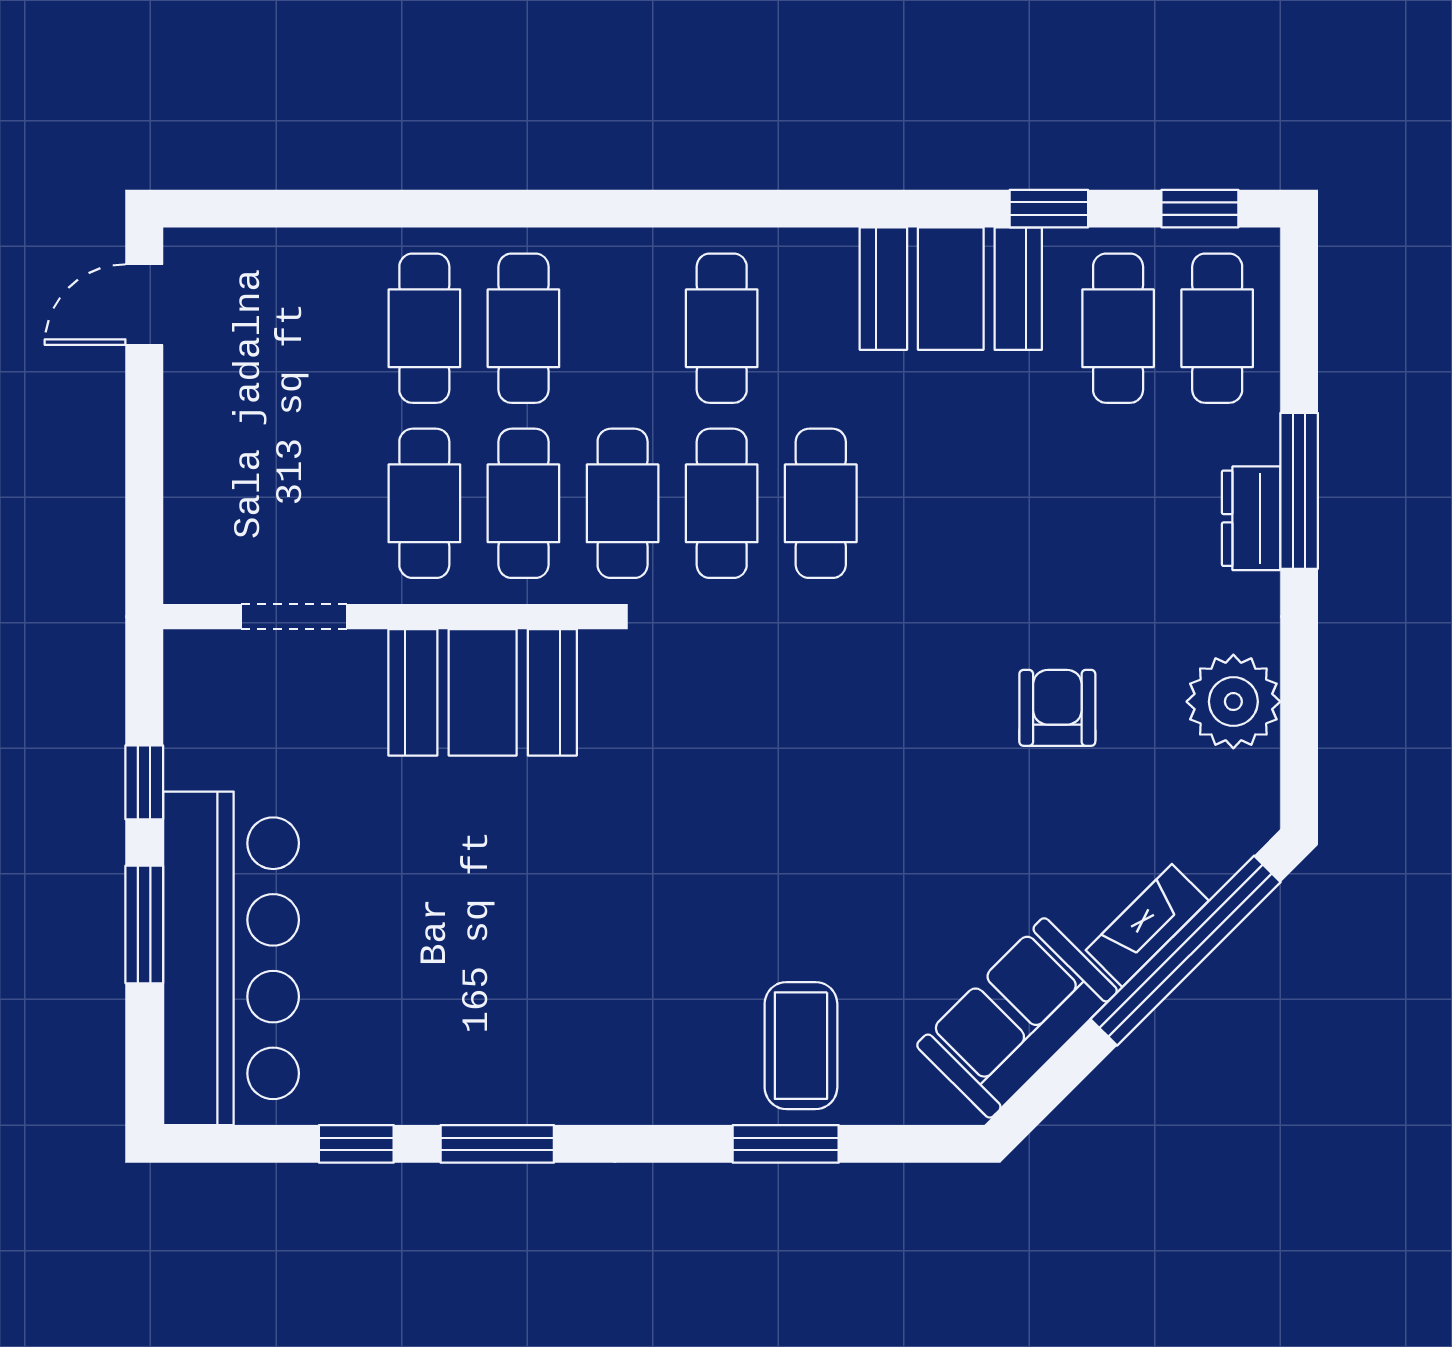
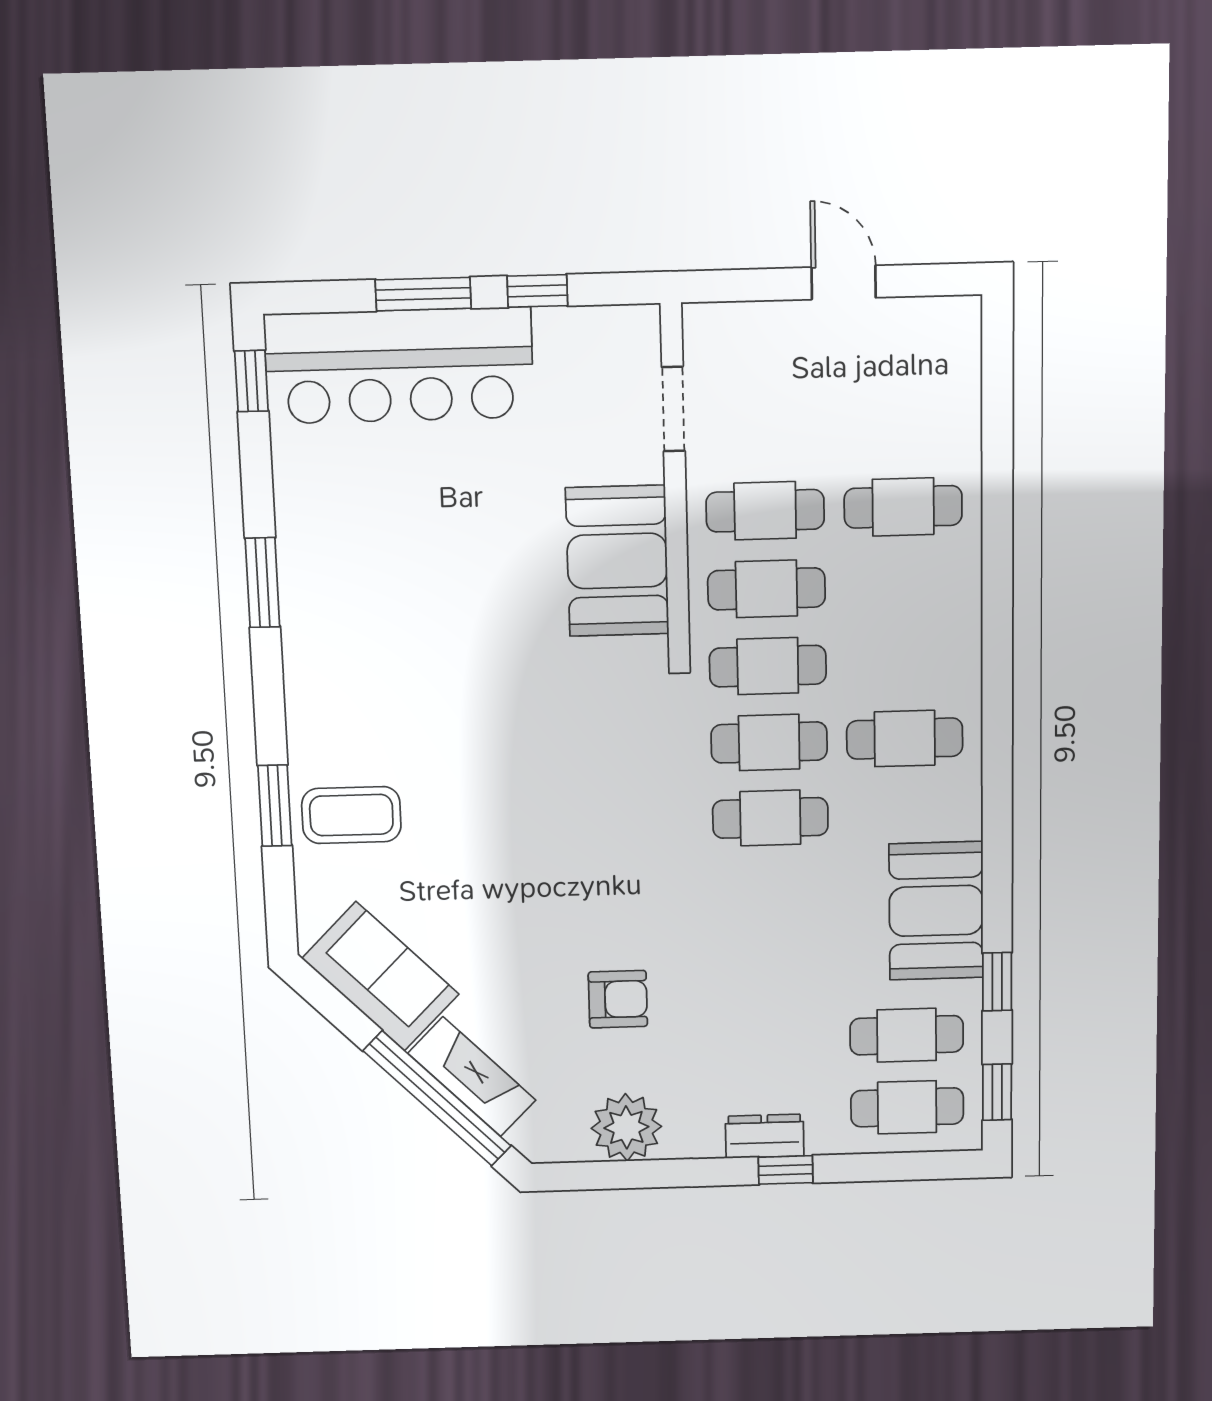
door: (144, 305) -> (844, 282), moved
cafe table: (523, 328) -> (904, 585), removed
window: (1299, 491) -> (786, 1170), width x0.46
fireplace: (1147, 925) -> (472, 1077), width x1.37, depth x1.32
window: (356, 1144) -> (251, 381), moved

